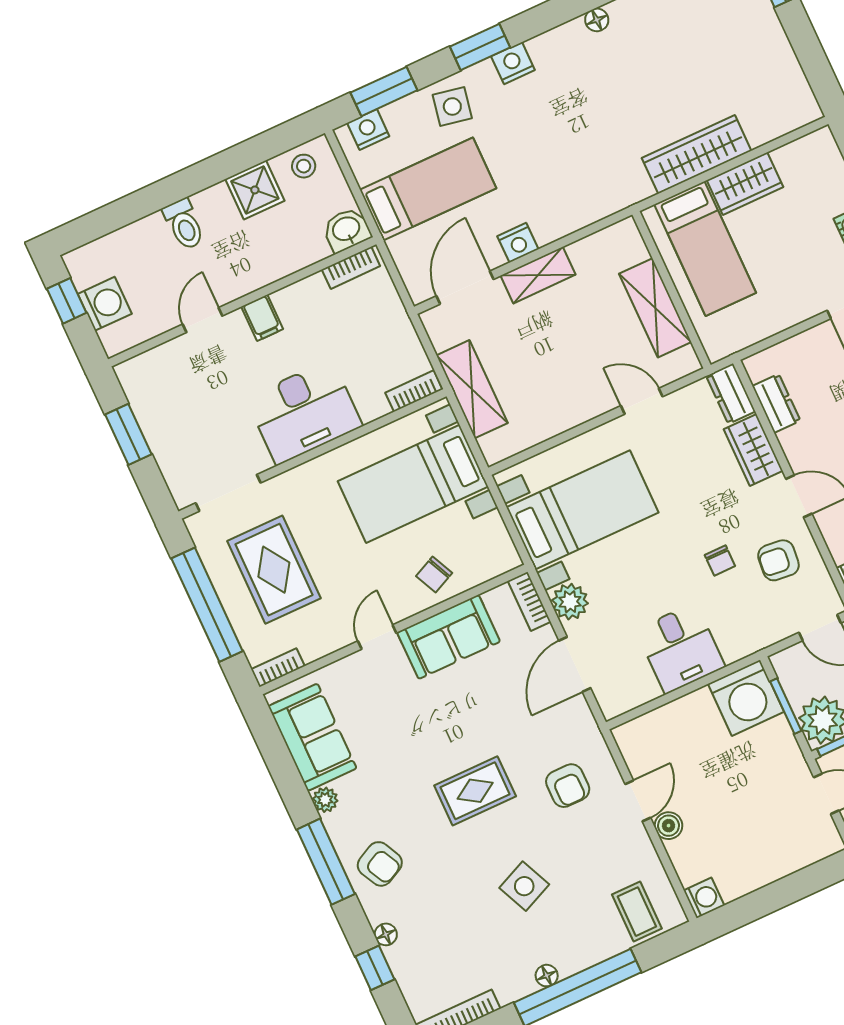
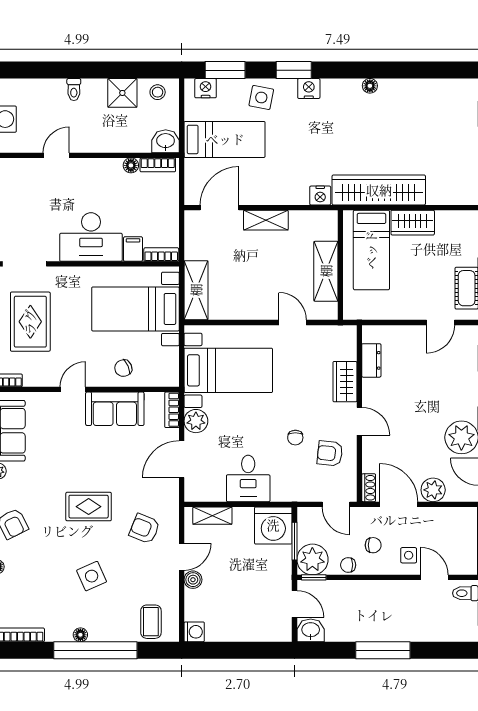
wardrobe: (697, 154) -> (379, 190), width x1.40, depth x1.17
toilet: (184, 224) -> (74, 90), width x0.73, depth x0.72
nightstand: (518, 243) -> (320, 195), moved
floor lamp: (314, 286) -> (131, 165), added
filing cabinet: (262, 318) -> (133, 249), moved, turned 180
shelving: (472, 389) -> (196, 290), moved
dresser: (731, 394) -> (347, 342), removed
shelving: (654, 723) -> (212, 516), added
armchair: (568, 786) -> (145, 529), turned 112

